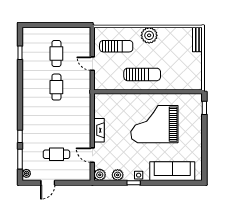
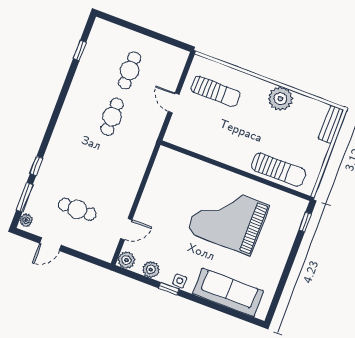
plant: (149, 35) -> (280, 99), moved
sun lounger: (142, 74) -> (279, 170), moved
fireplace: (99, 130) -> (148, 198), removed
door: (92, 155) -> (126, 229), swing flipped

